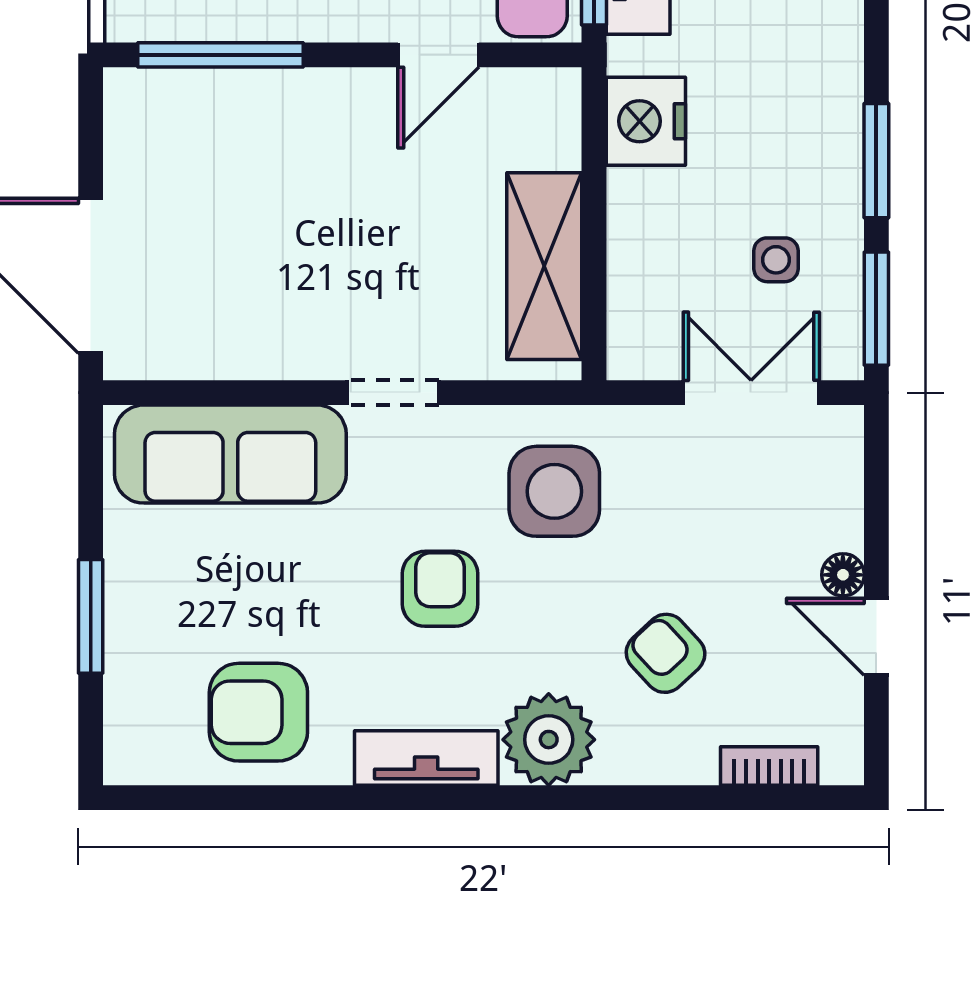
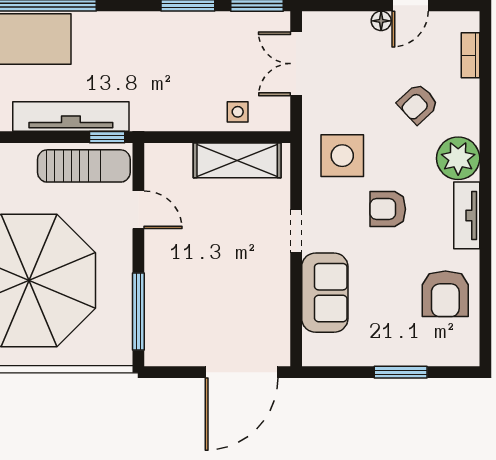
nightstand: (646, 121) -> (169, 113), removed
side table: (776, 260) -> (238, 112), moved
sofa: (230, 454) -> (325, 293), width x0.73

